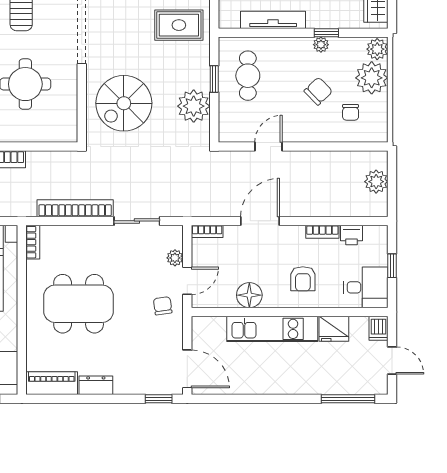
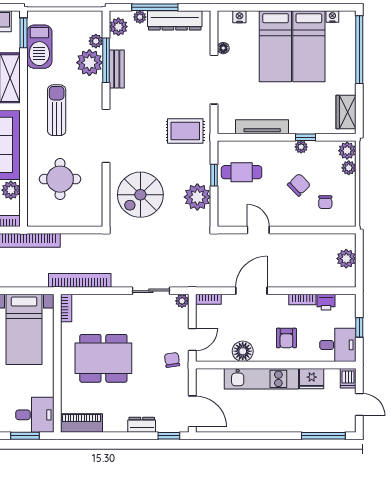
cafe table: (248, 76) -> (242, 172), turned 90
plant: (372, 78) -> (349, 168), width x0.53, depth x0.53
door: (268, 147) -> (258, 230), hinge flipped
bookcase: (75, 208) -> (80, 280), moved
plant: (175, 258) -> (182, 301), moved
dresser: (96, 385) -> (142, 425), moved

